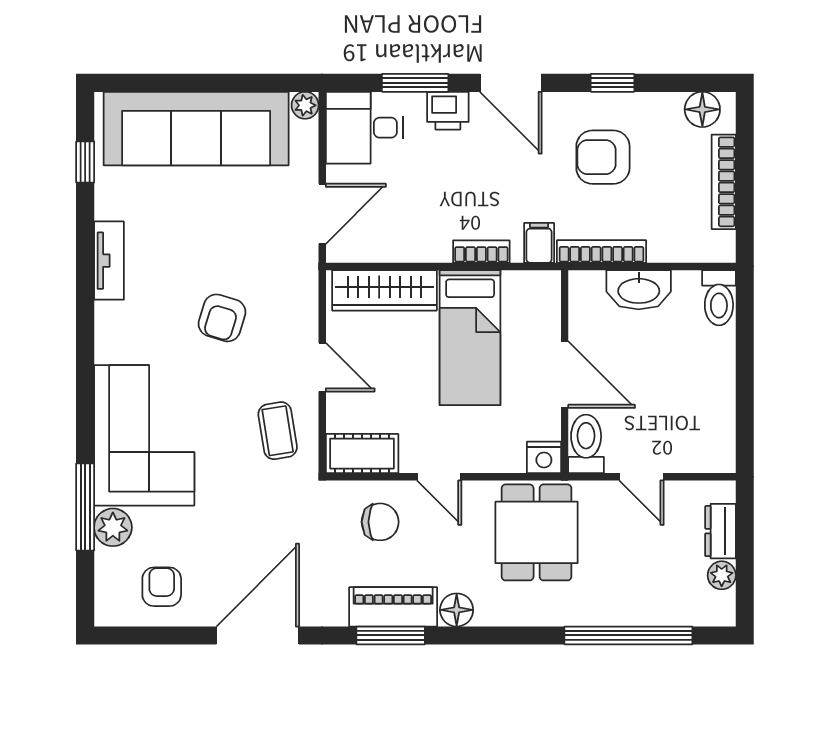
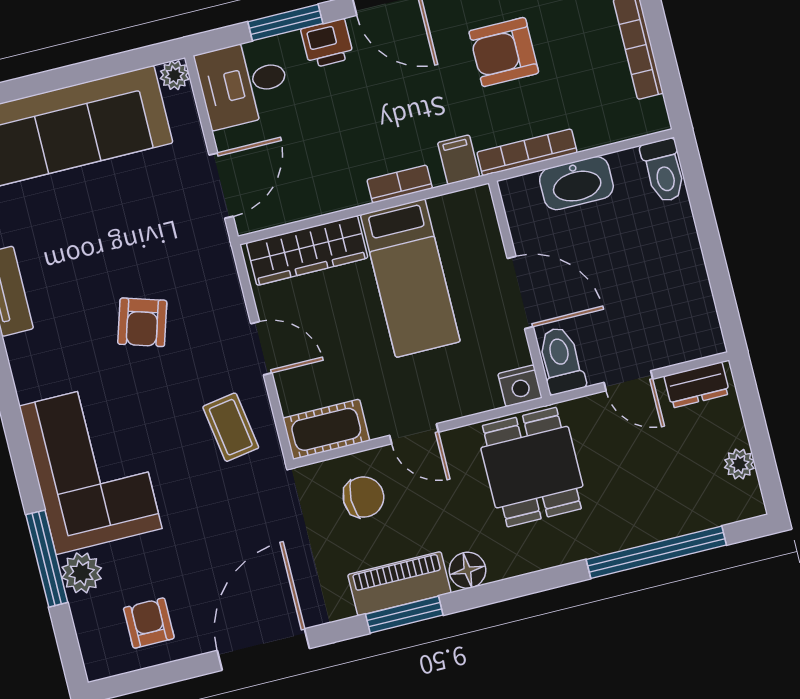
dresser: (720, 531) -> (697, 385), moved, turned -90

